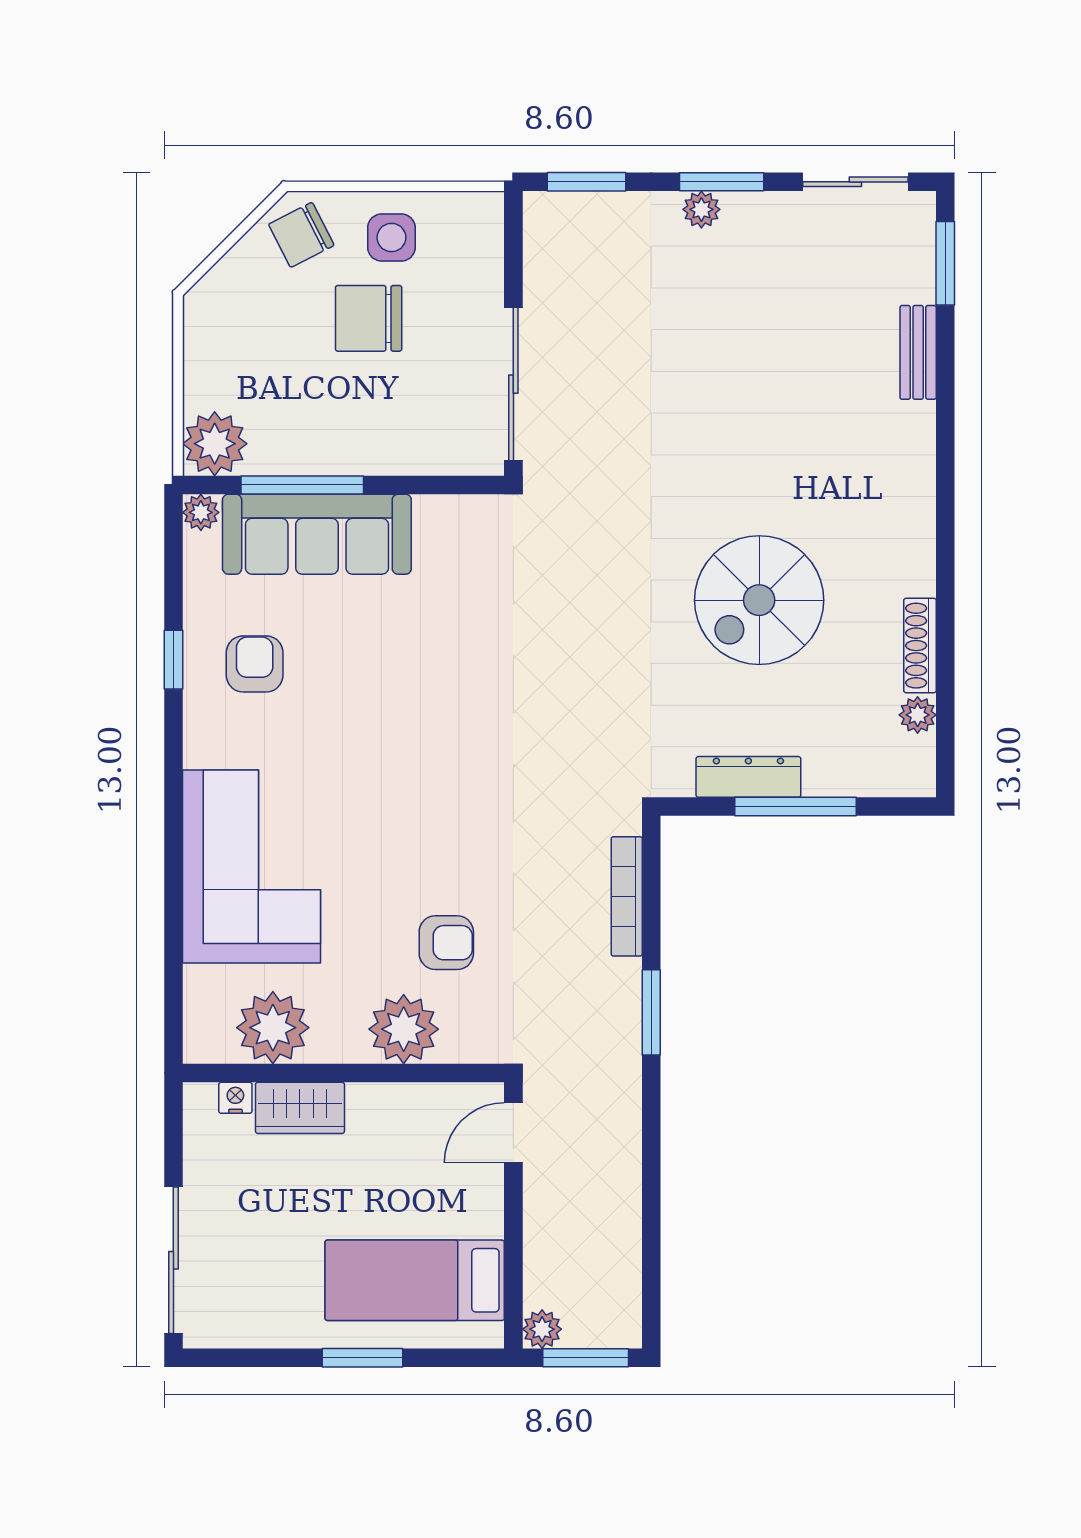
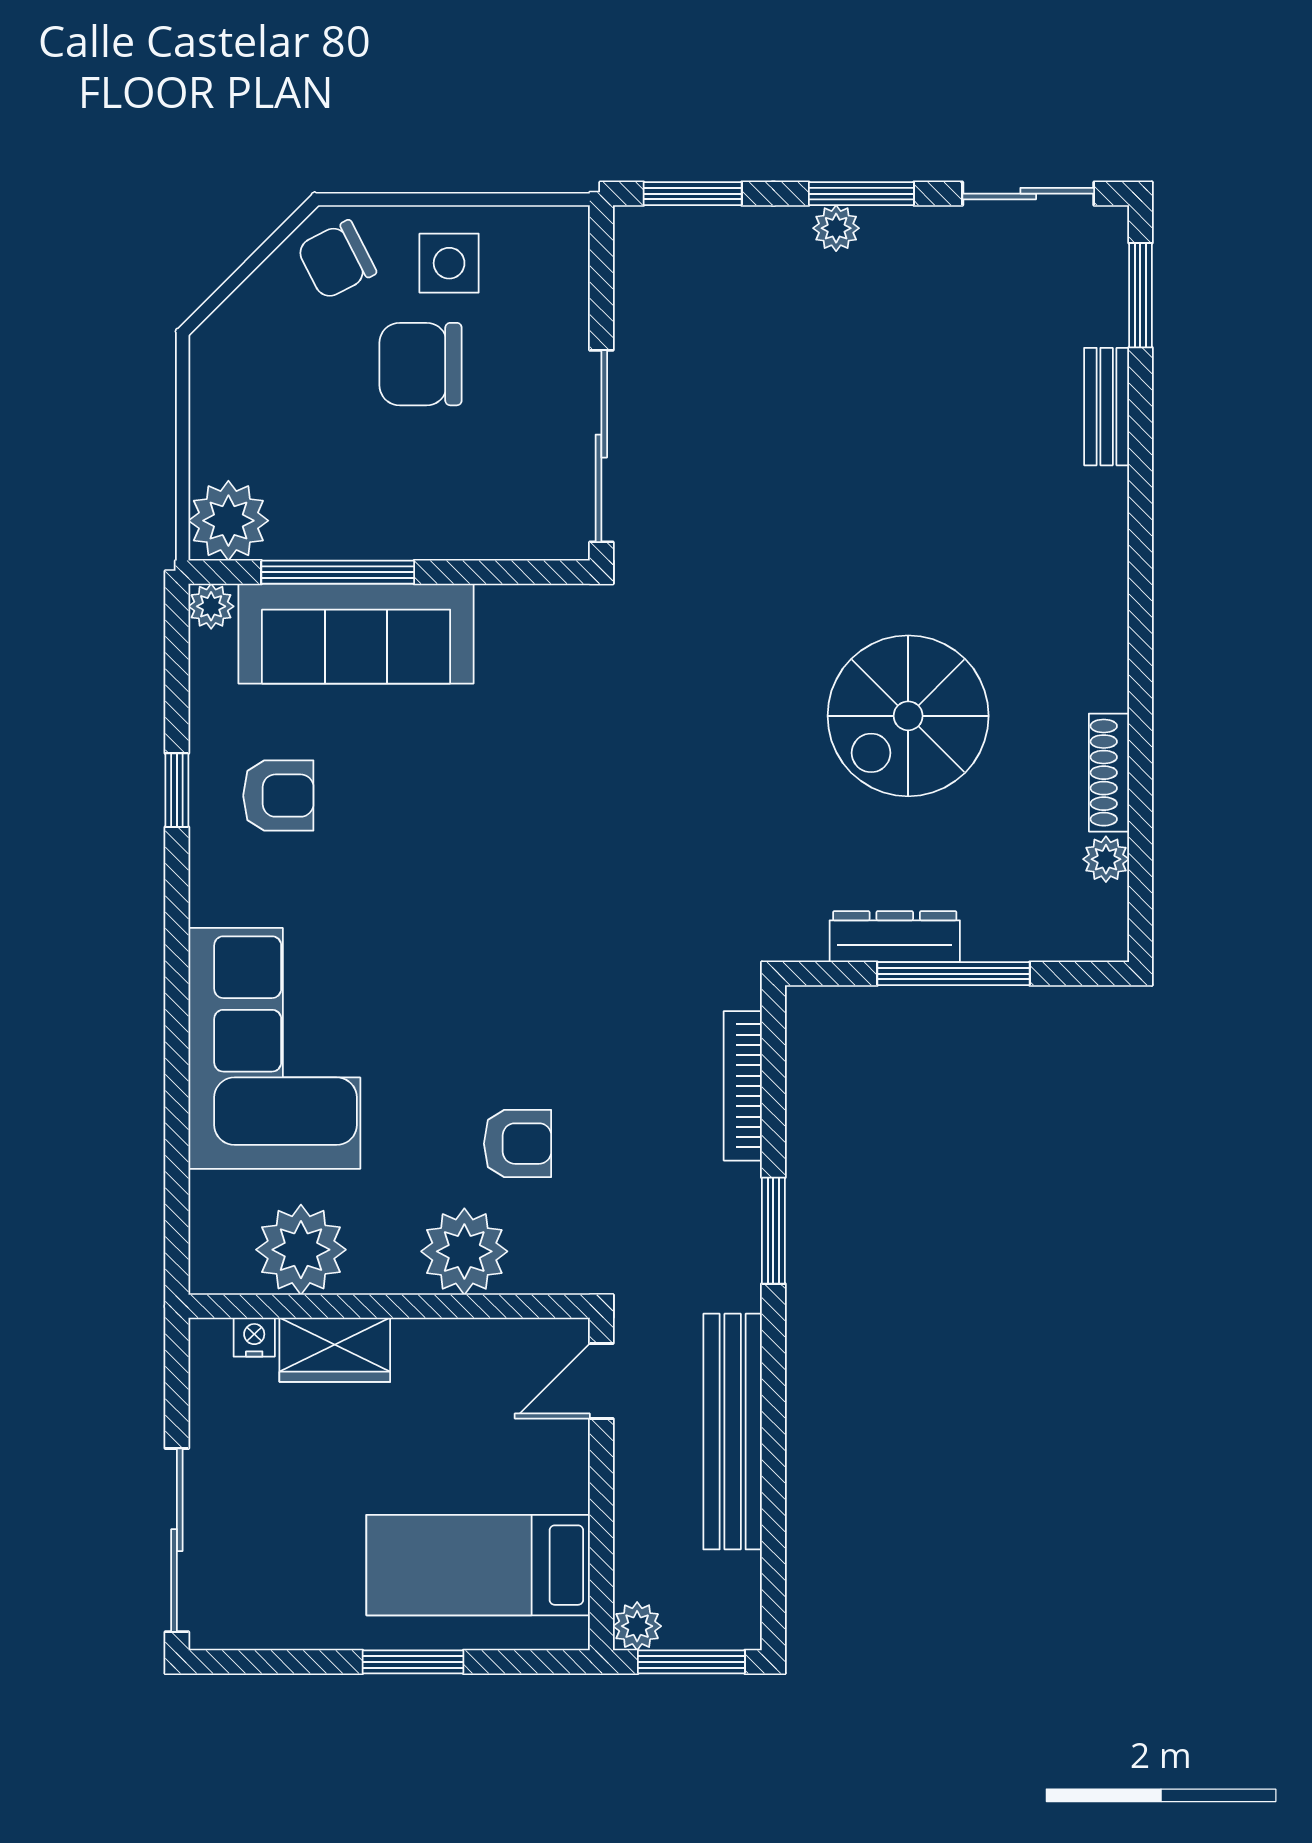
armchair: (255, 664) -> (278, 796), turned 90
bench: (619, 1173) -> (733, 1432), added

